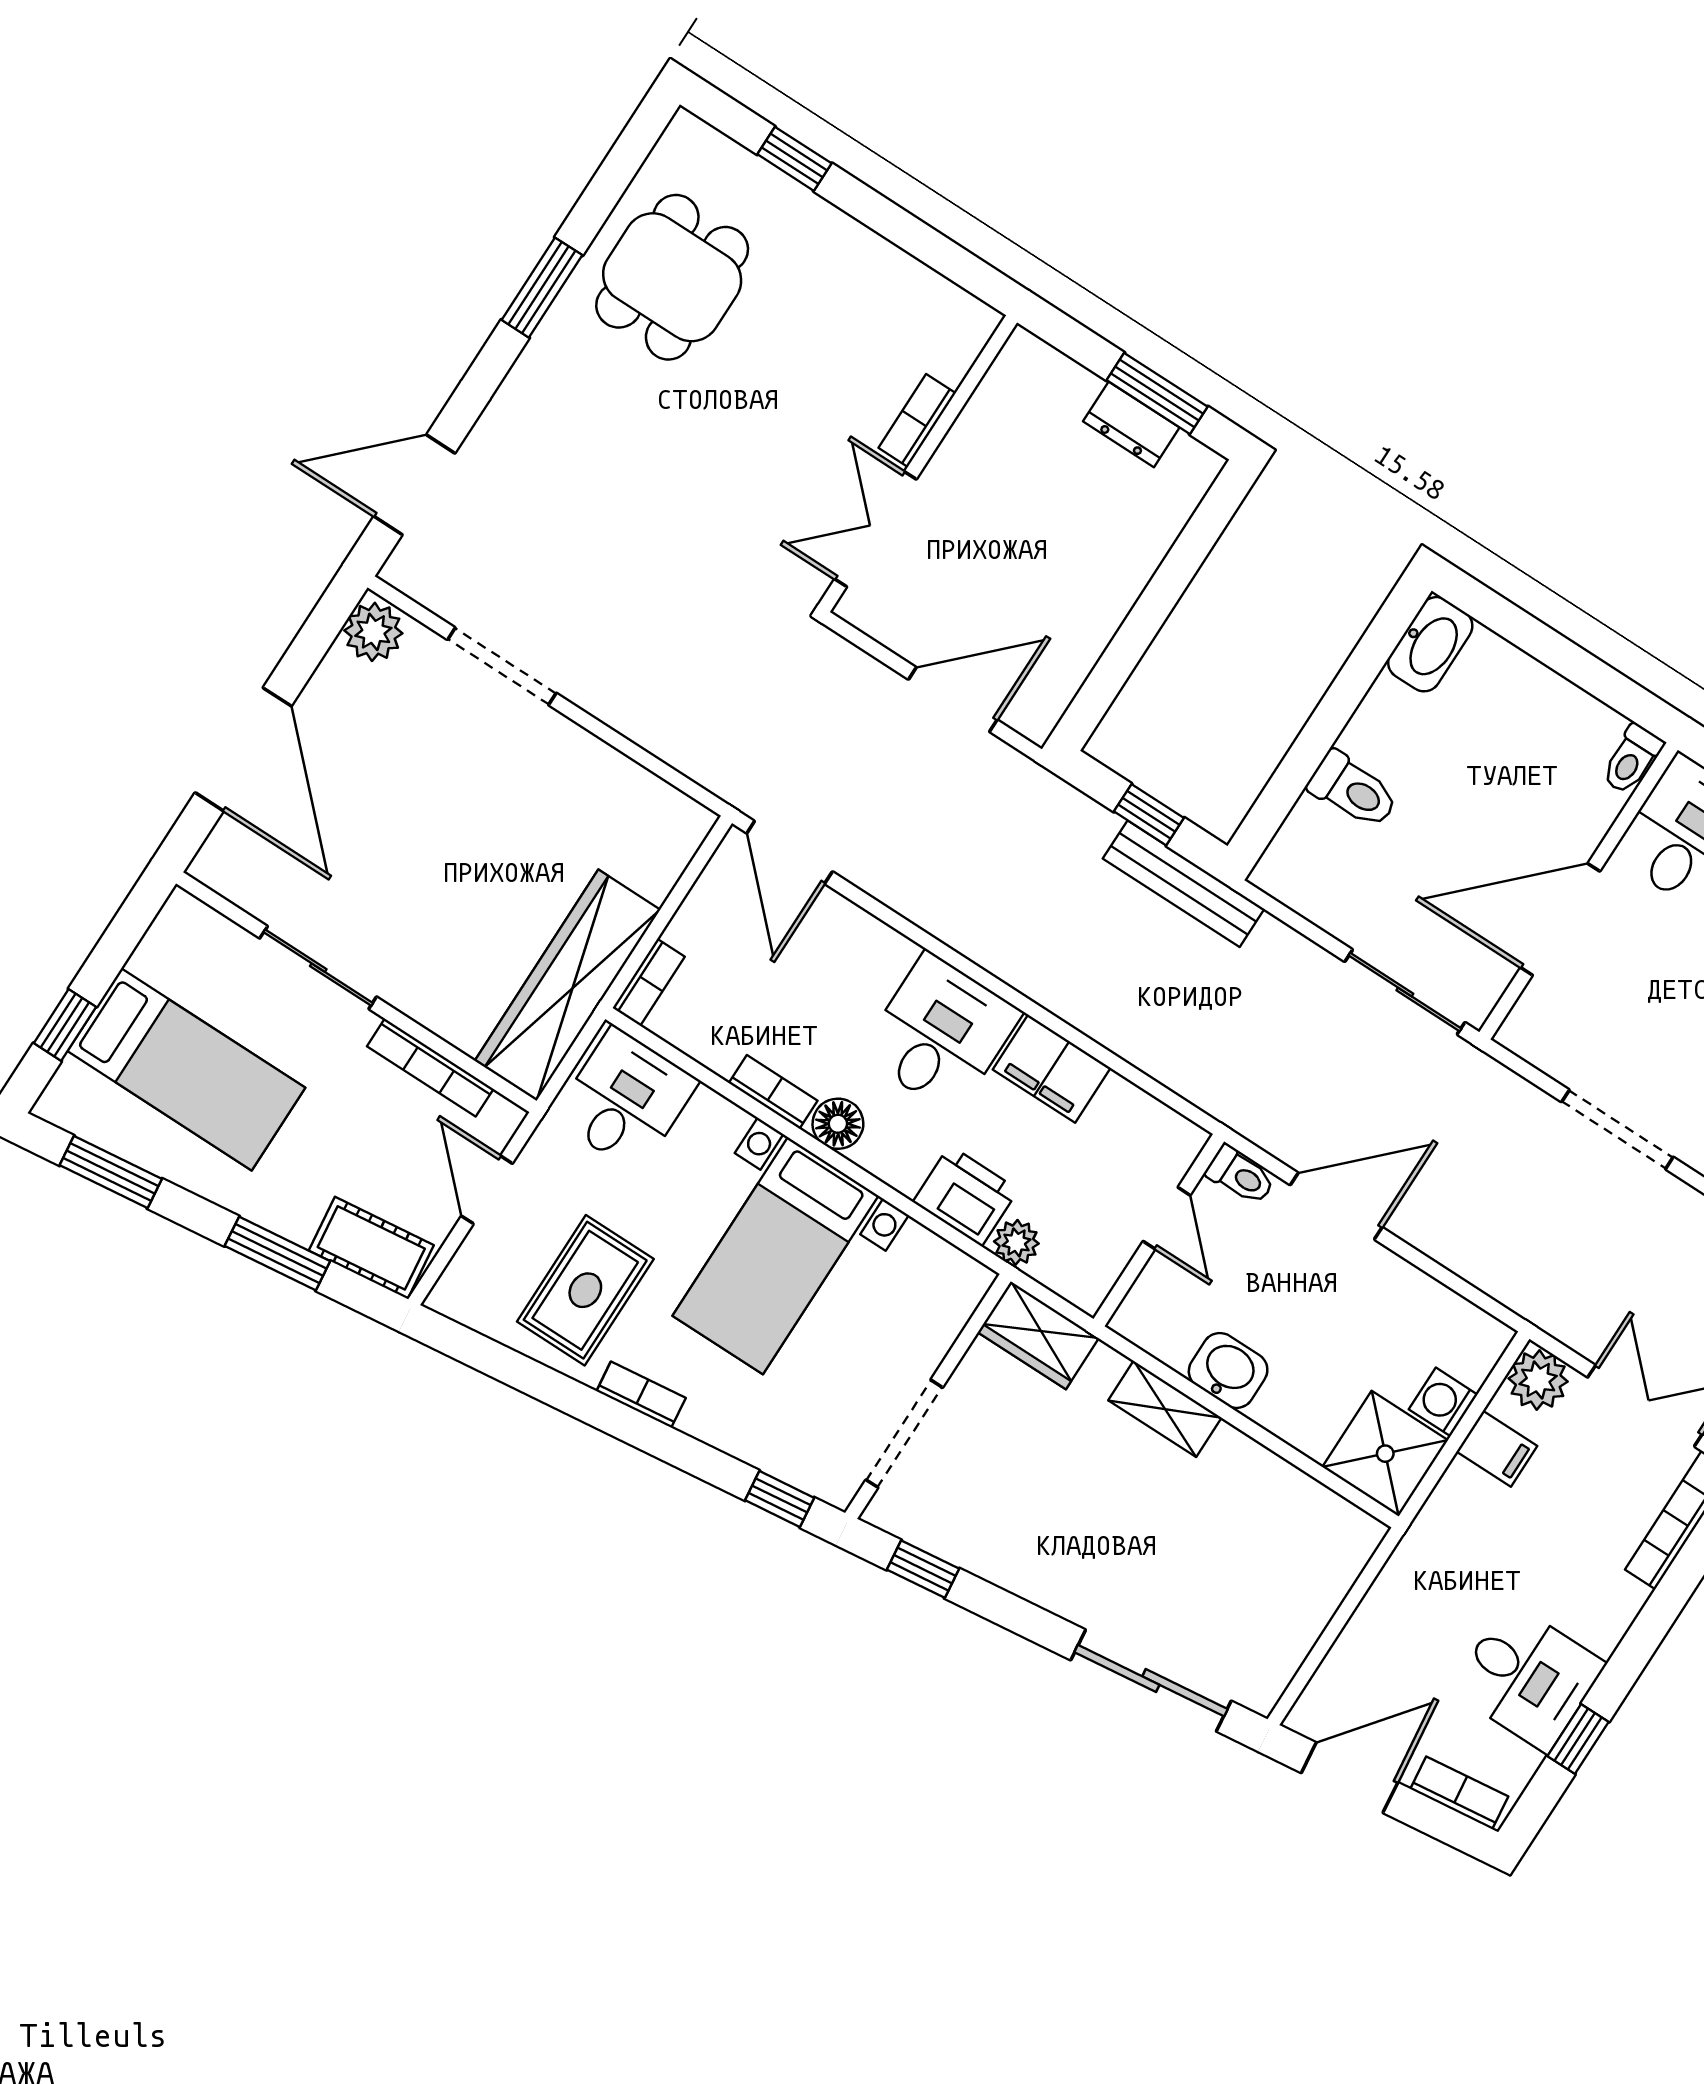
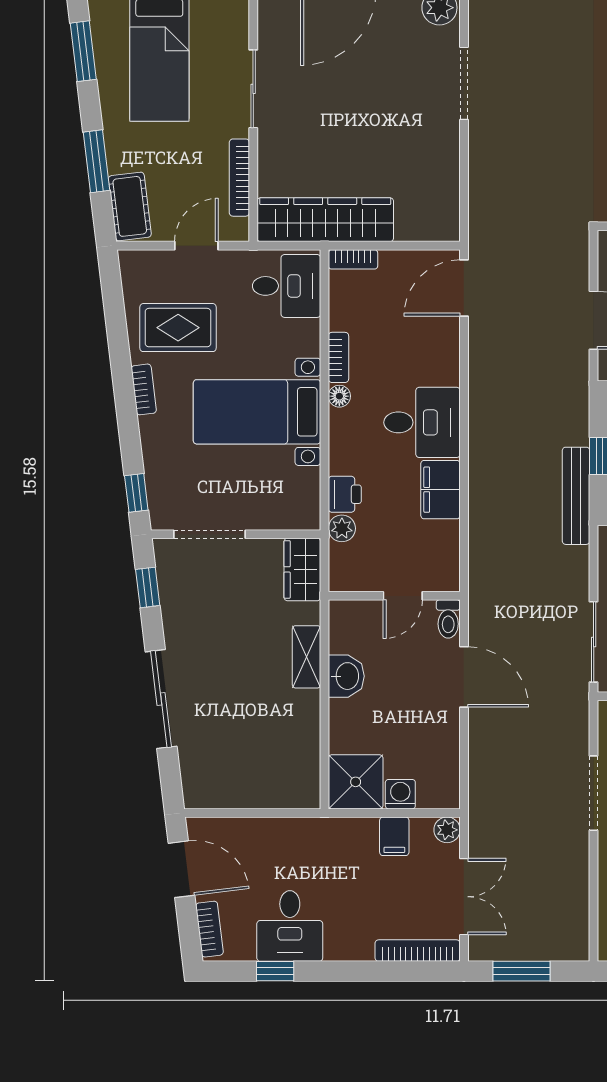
floor lamp: (838, 1124) -> (339, 396), width x0.73, depth x0.73
printer: (966, 1196) -> (345, 494), width x0.73, depth x0.81
plant: (1538, 1380) -> (447, 830), width x0.73, depth x0.73
sliding door: (1151, 1681) -> (161, 699), moved

